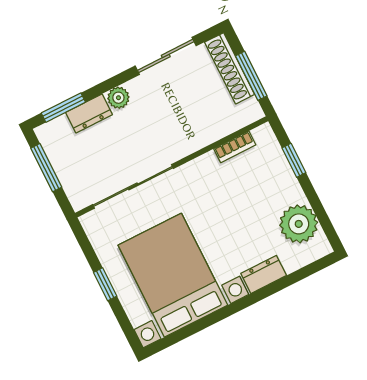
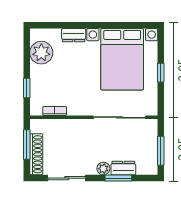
window: (63, 108) -> (118, 178), moved

